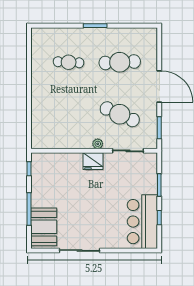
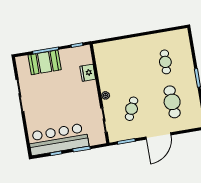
cafe table: (120, 114) -> (132, 109), width x0.73, depth x0.74
fridge: (93, 161) -> (88, 73), moved
bar counter: (142, 222) -> (58, 139), width x1.36
booth: (44, 227) -> (45, 62), moved

